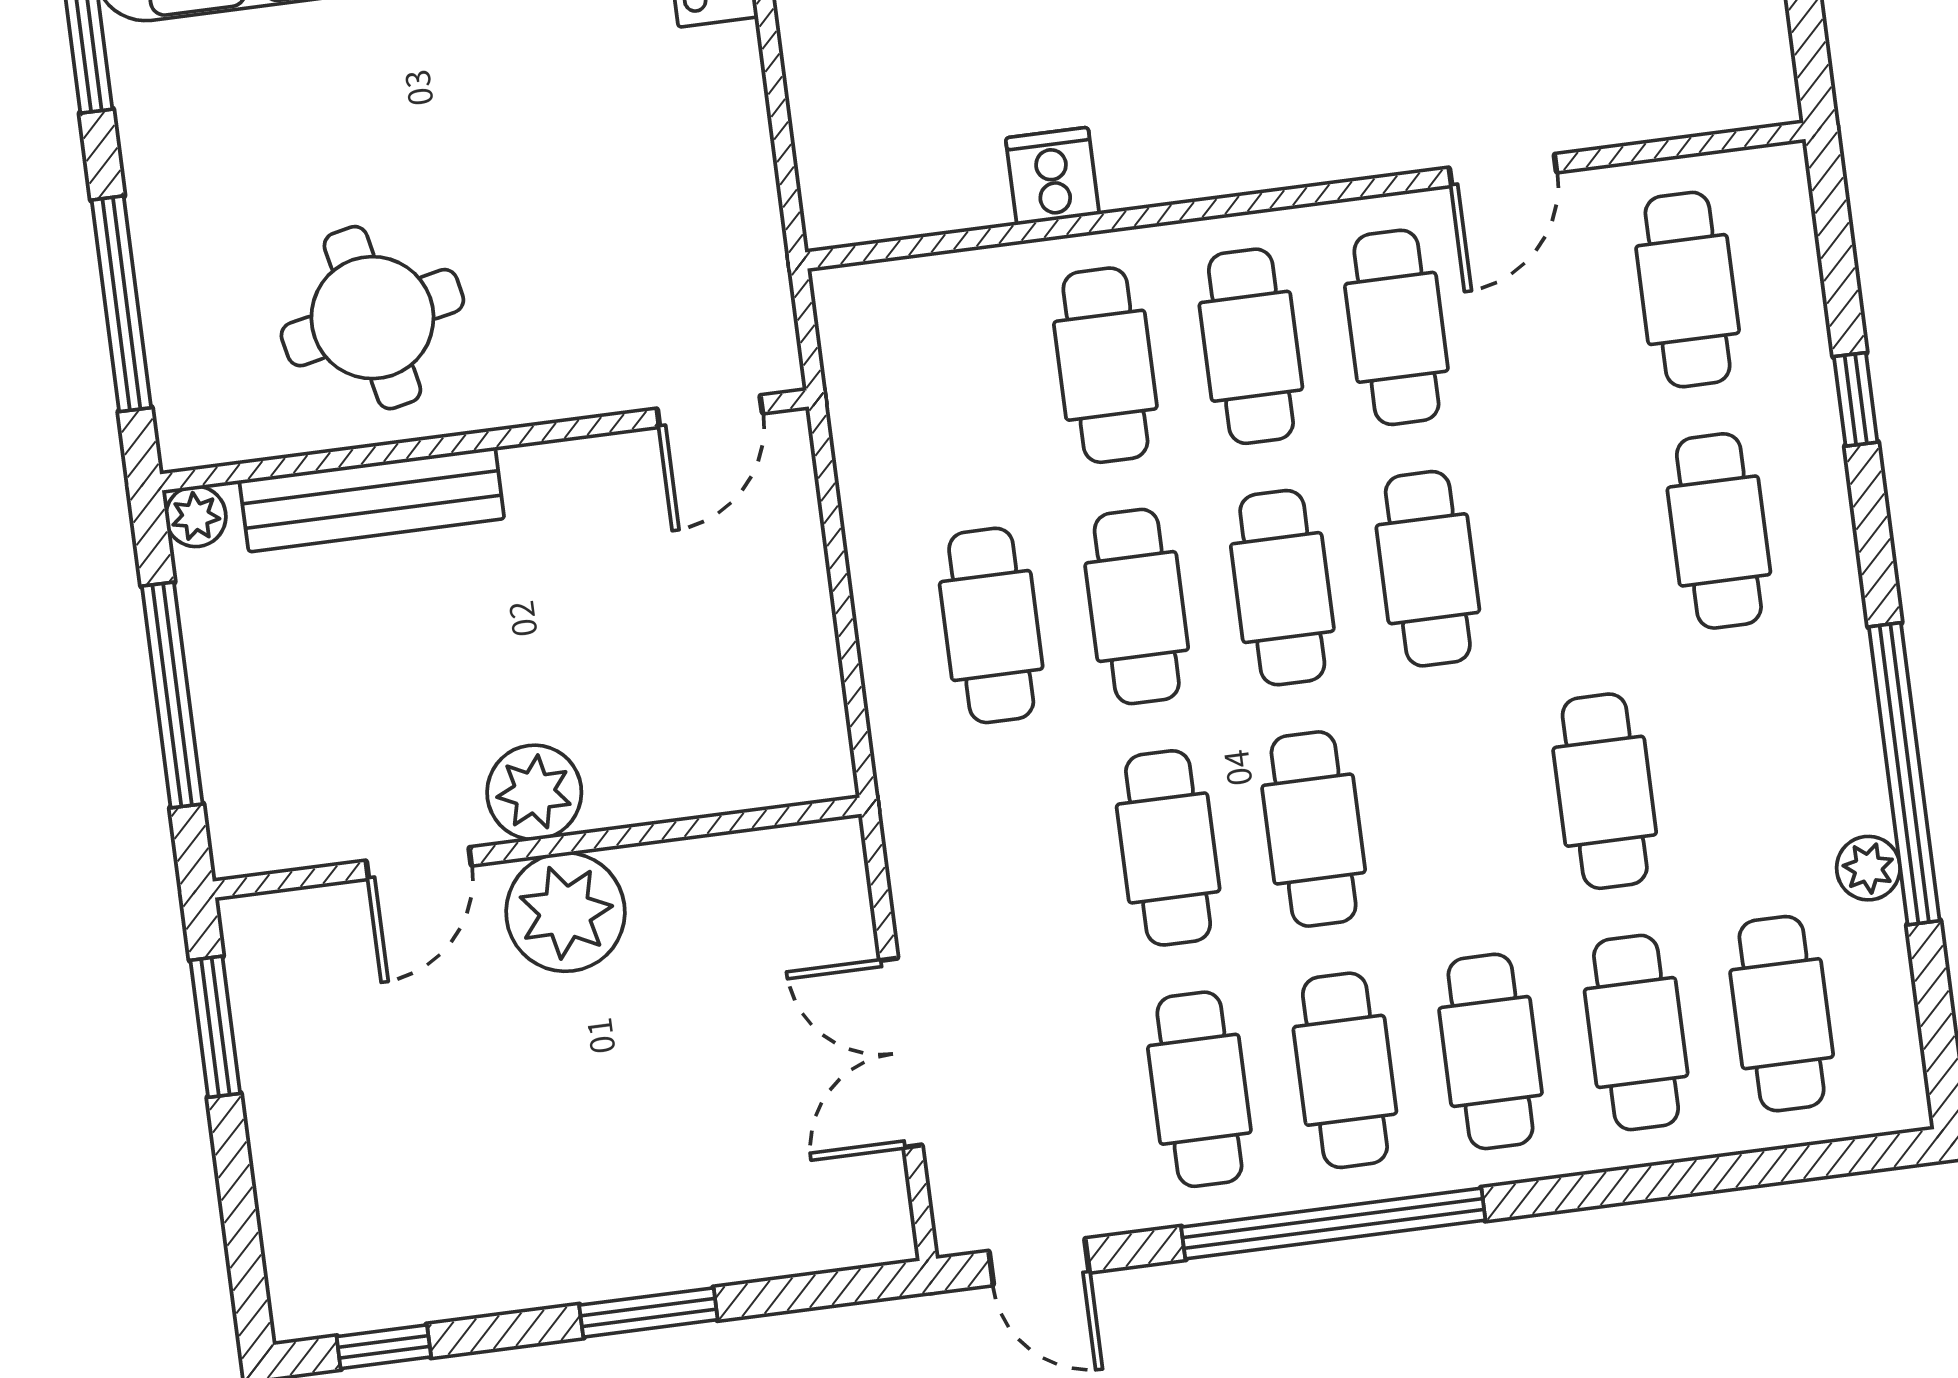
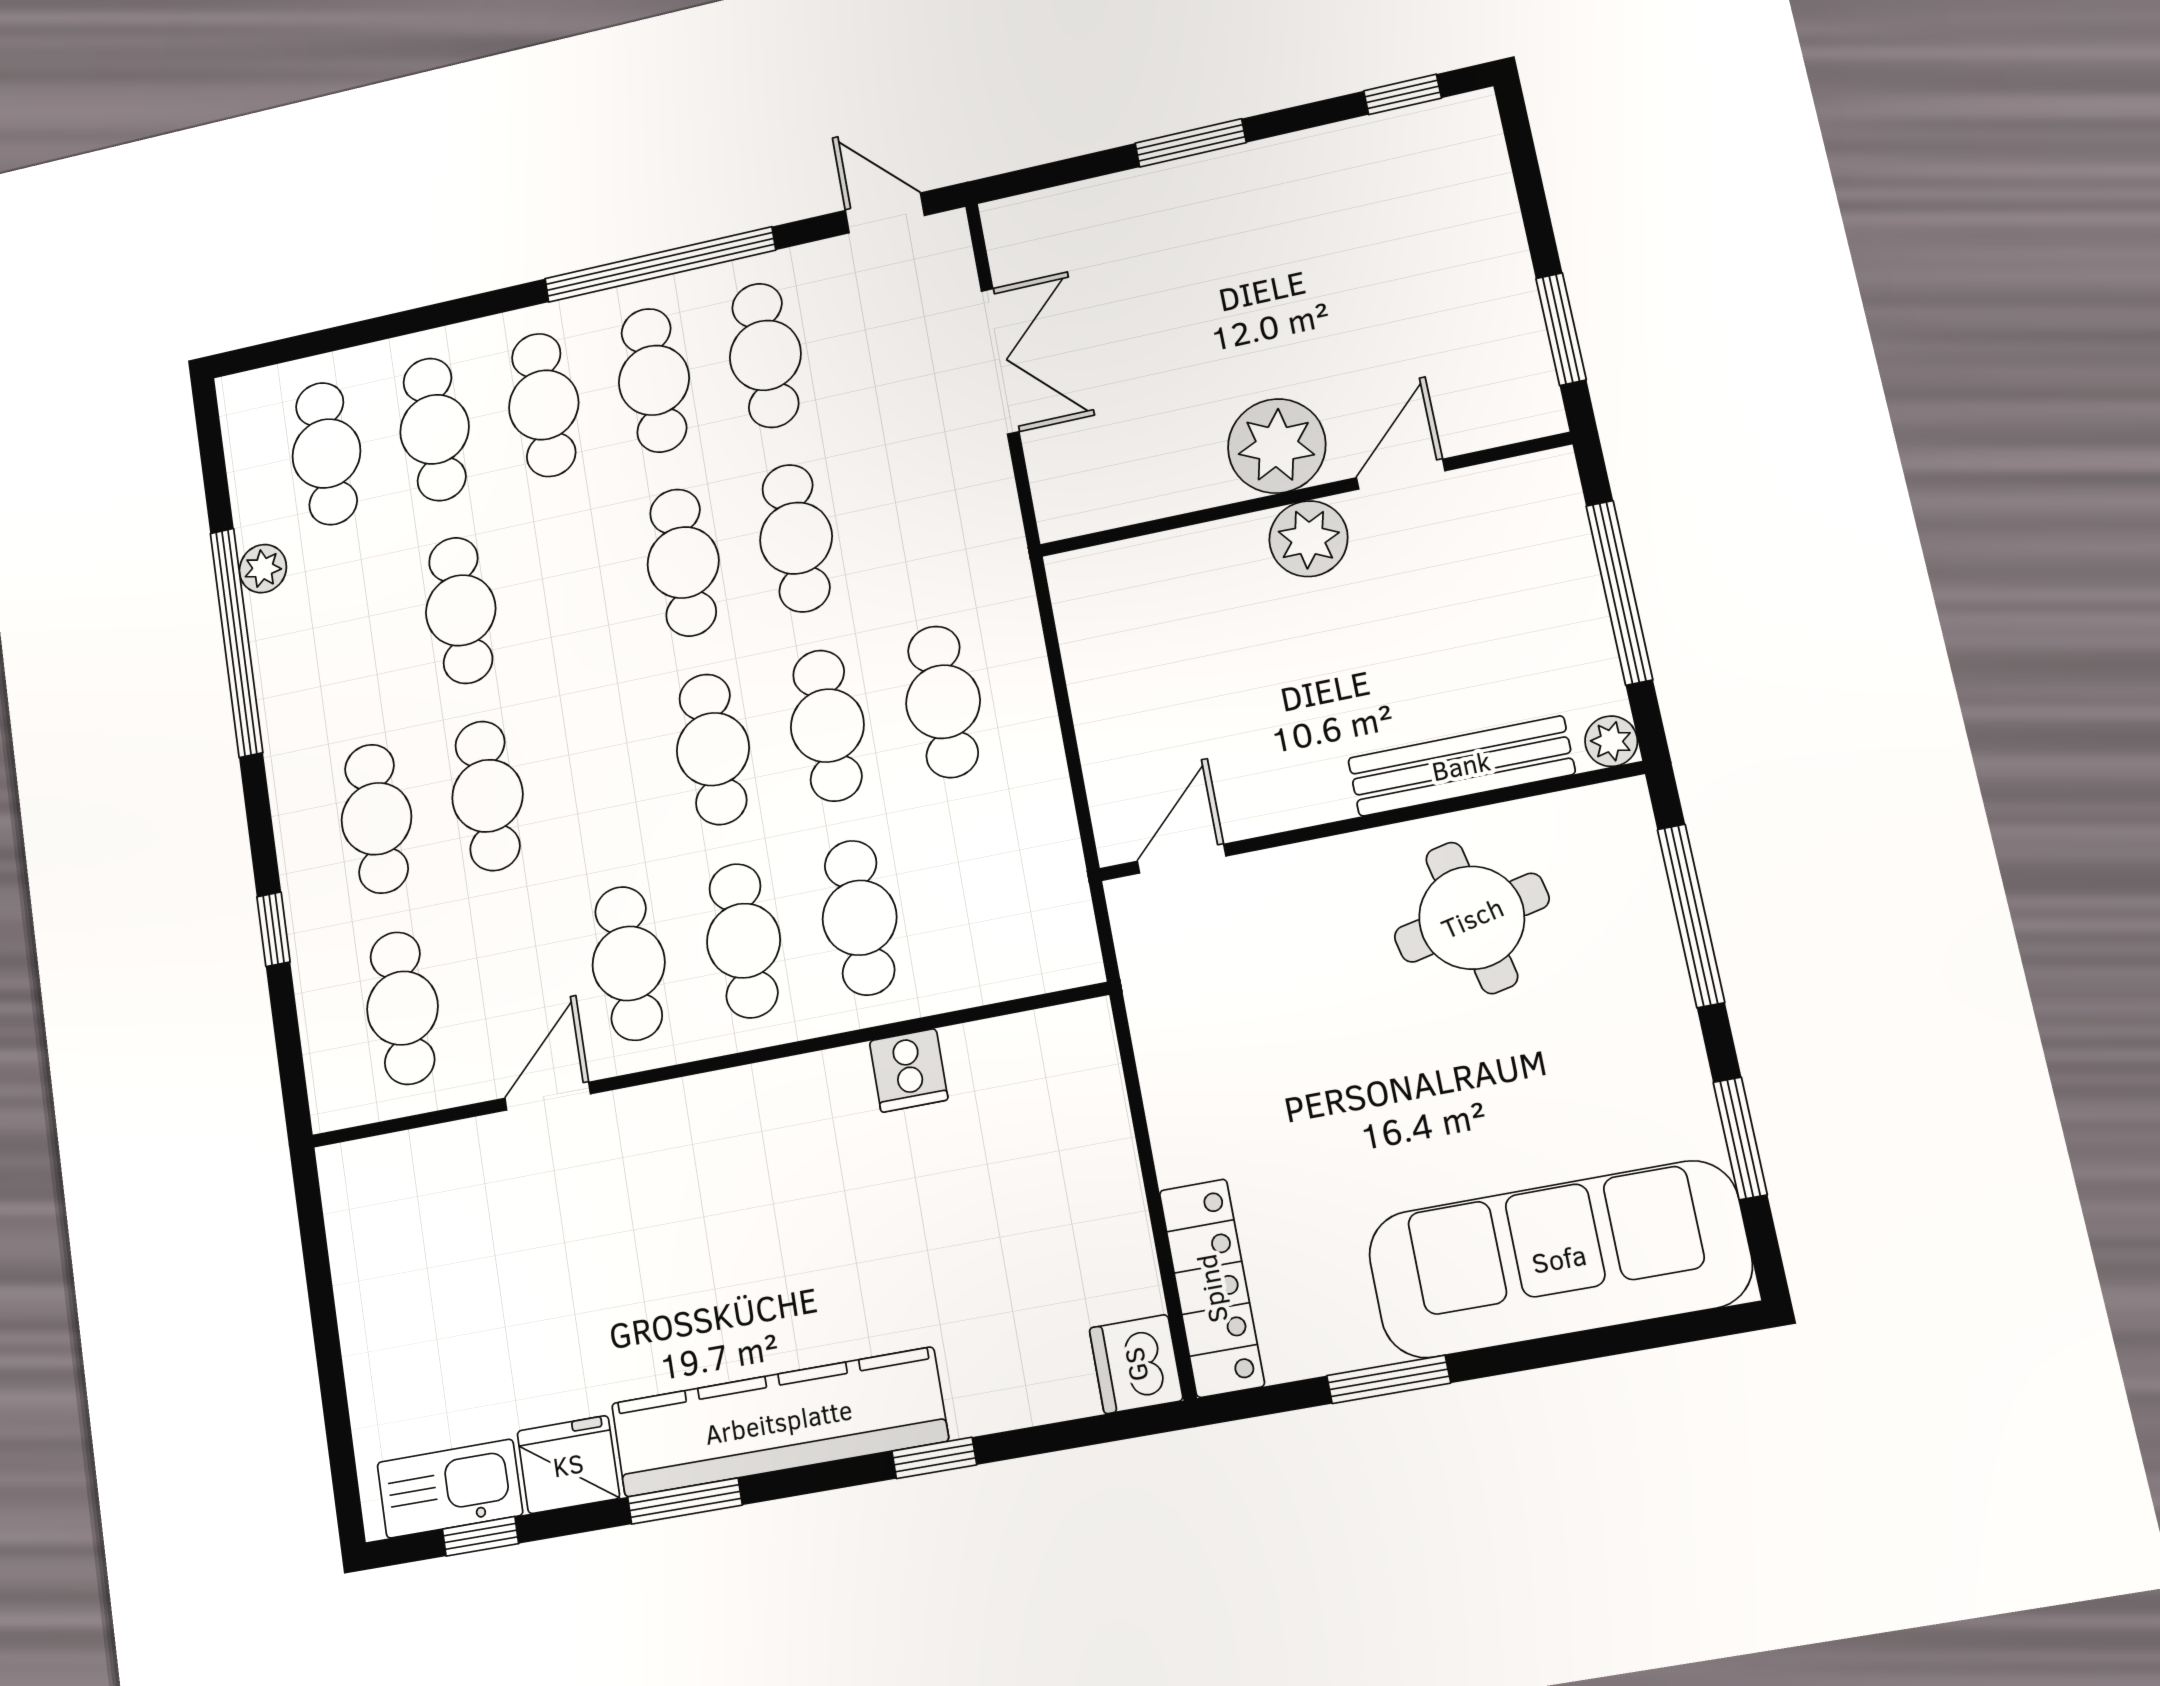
cafe table: (1428, 569) -> (488, 796), moved

